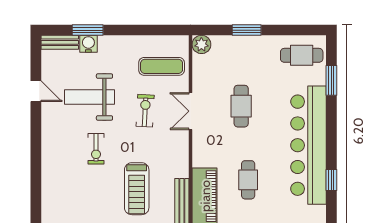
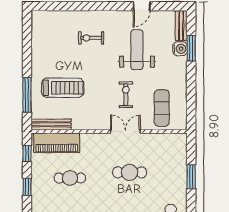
plant: (201, 44) -> (179, 140), removed
exercise bike: (145, 111) -> (126, 95), turned -93
exercise bike: (96, 149) -> (91, 38), moved
treadmill: (137, 189) -> (63, 88), turned 180

